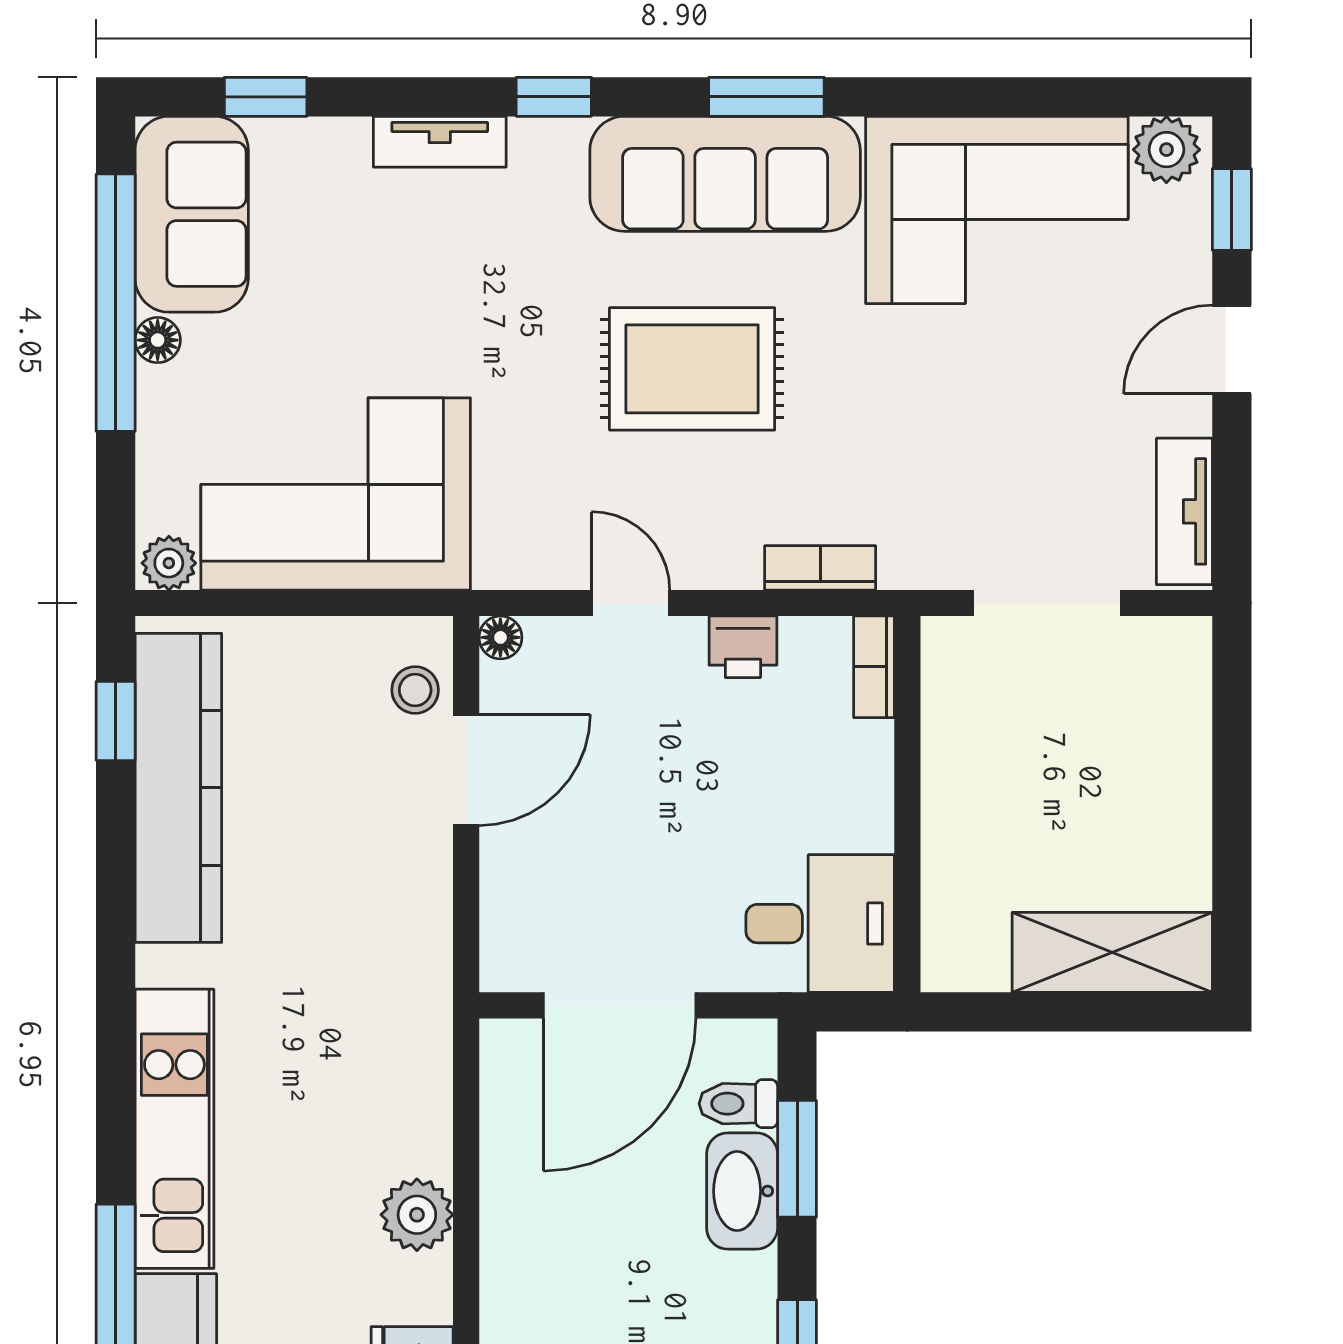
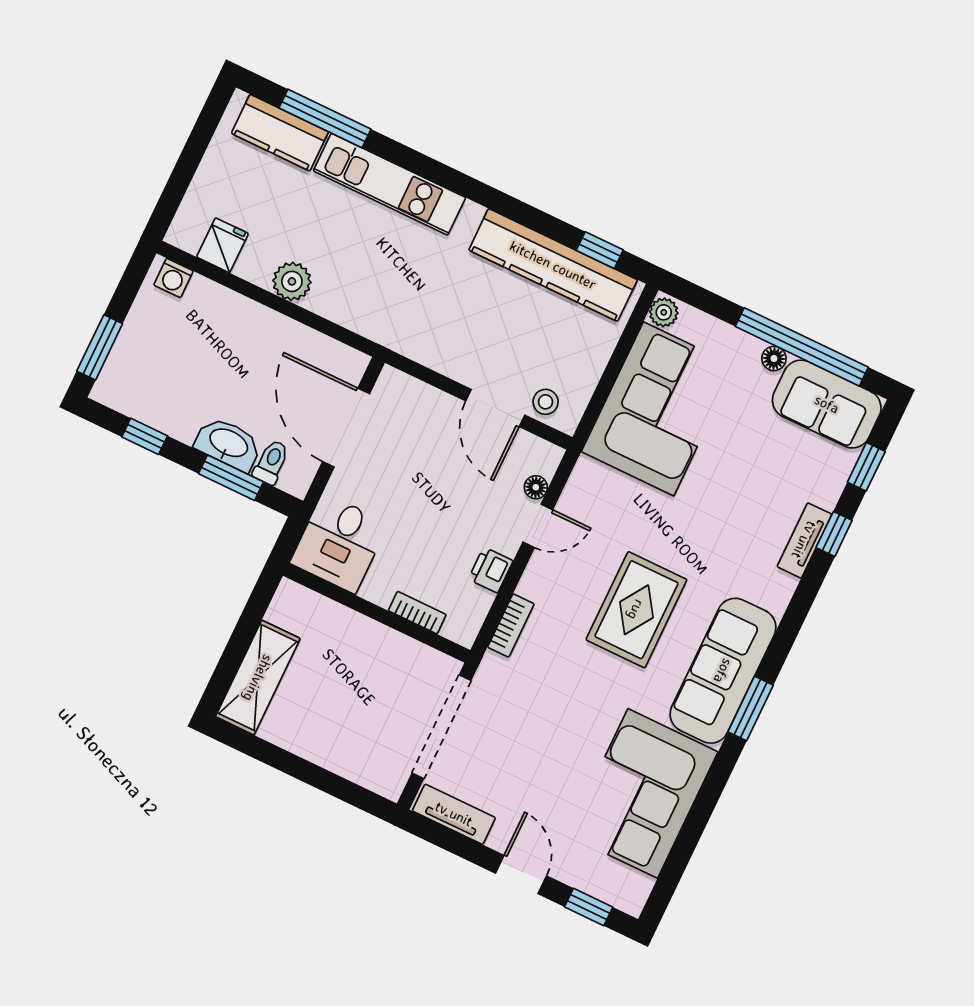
window: (554, 97) -> (834, 534), moved
plant: (1166, 150) -> (633, 889), removed
doorway: (1047, 603) -> (441, 727), width x1.36
floor lamp: (500, 637) -> (536, 487), moved
bookcase: (874, 667) -> (417, 613), moved

